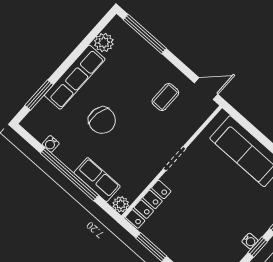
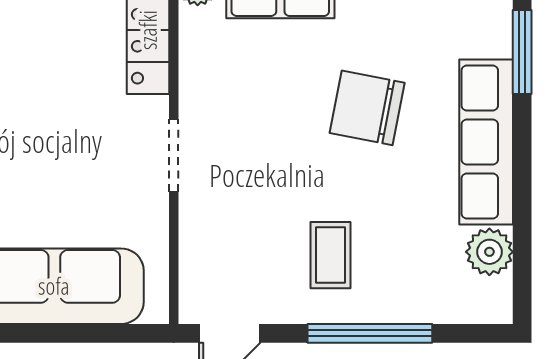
window: (145, 34) -> (370, 333), moved
coffee table: (165, 97) -> (331, 255), moved

